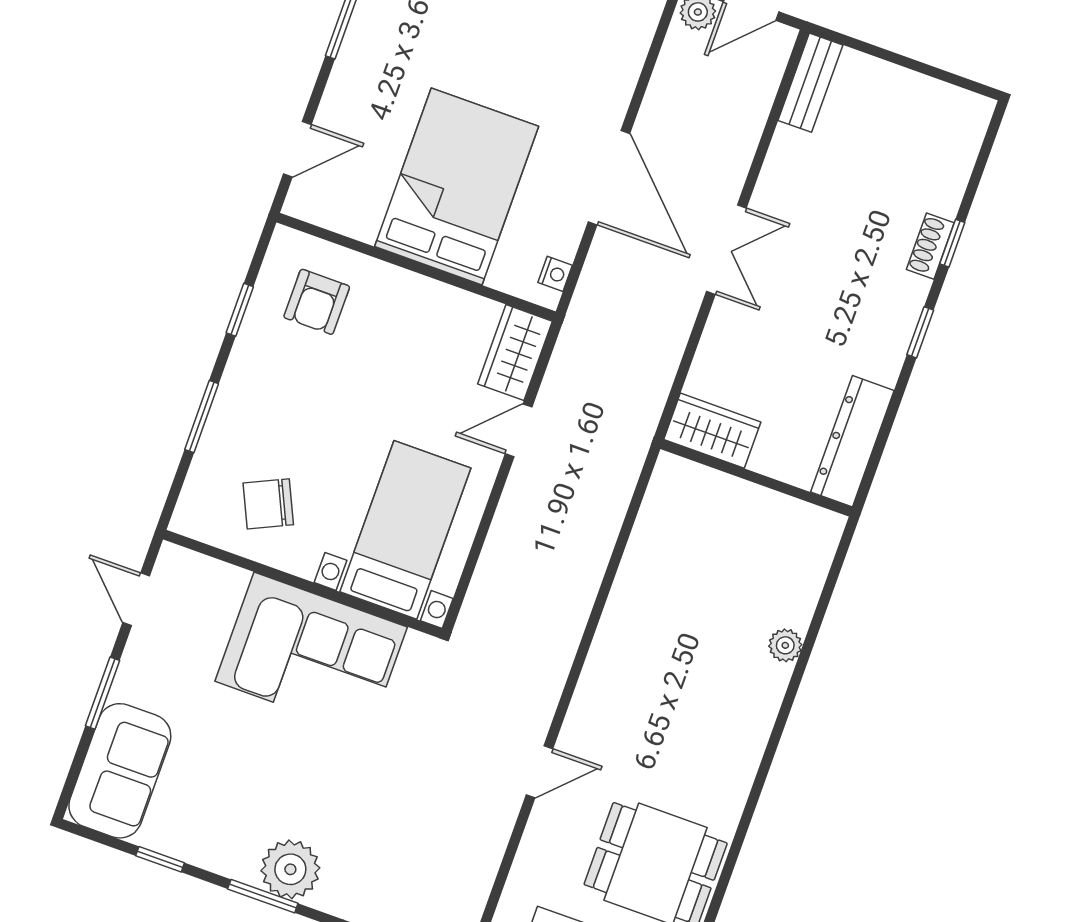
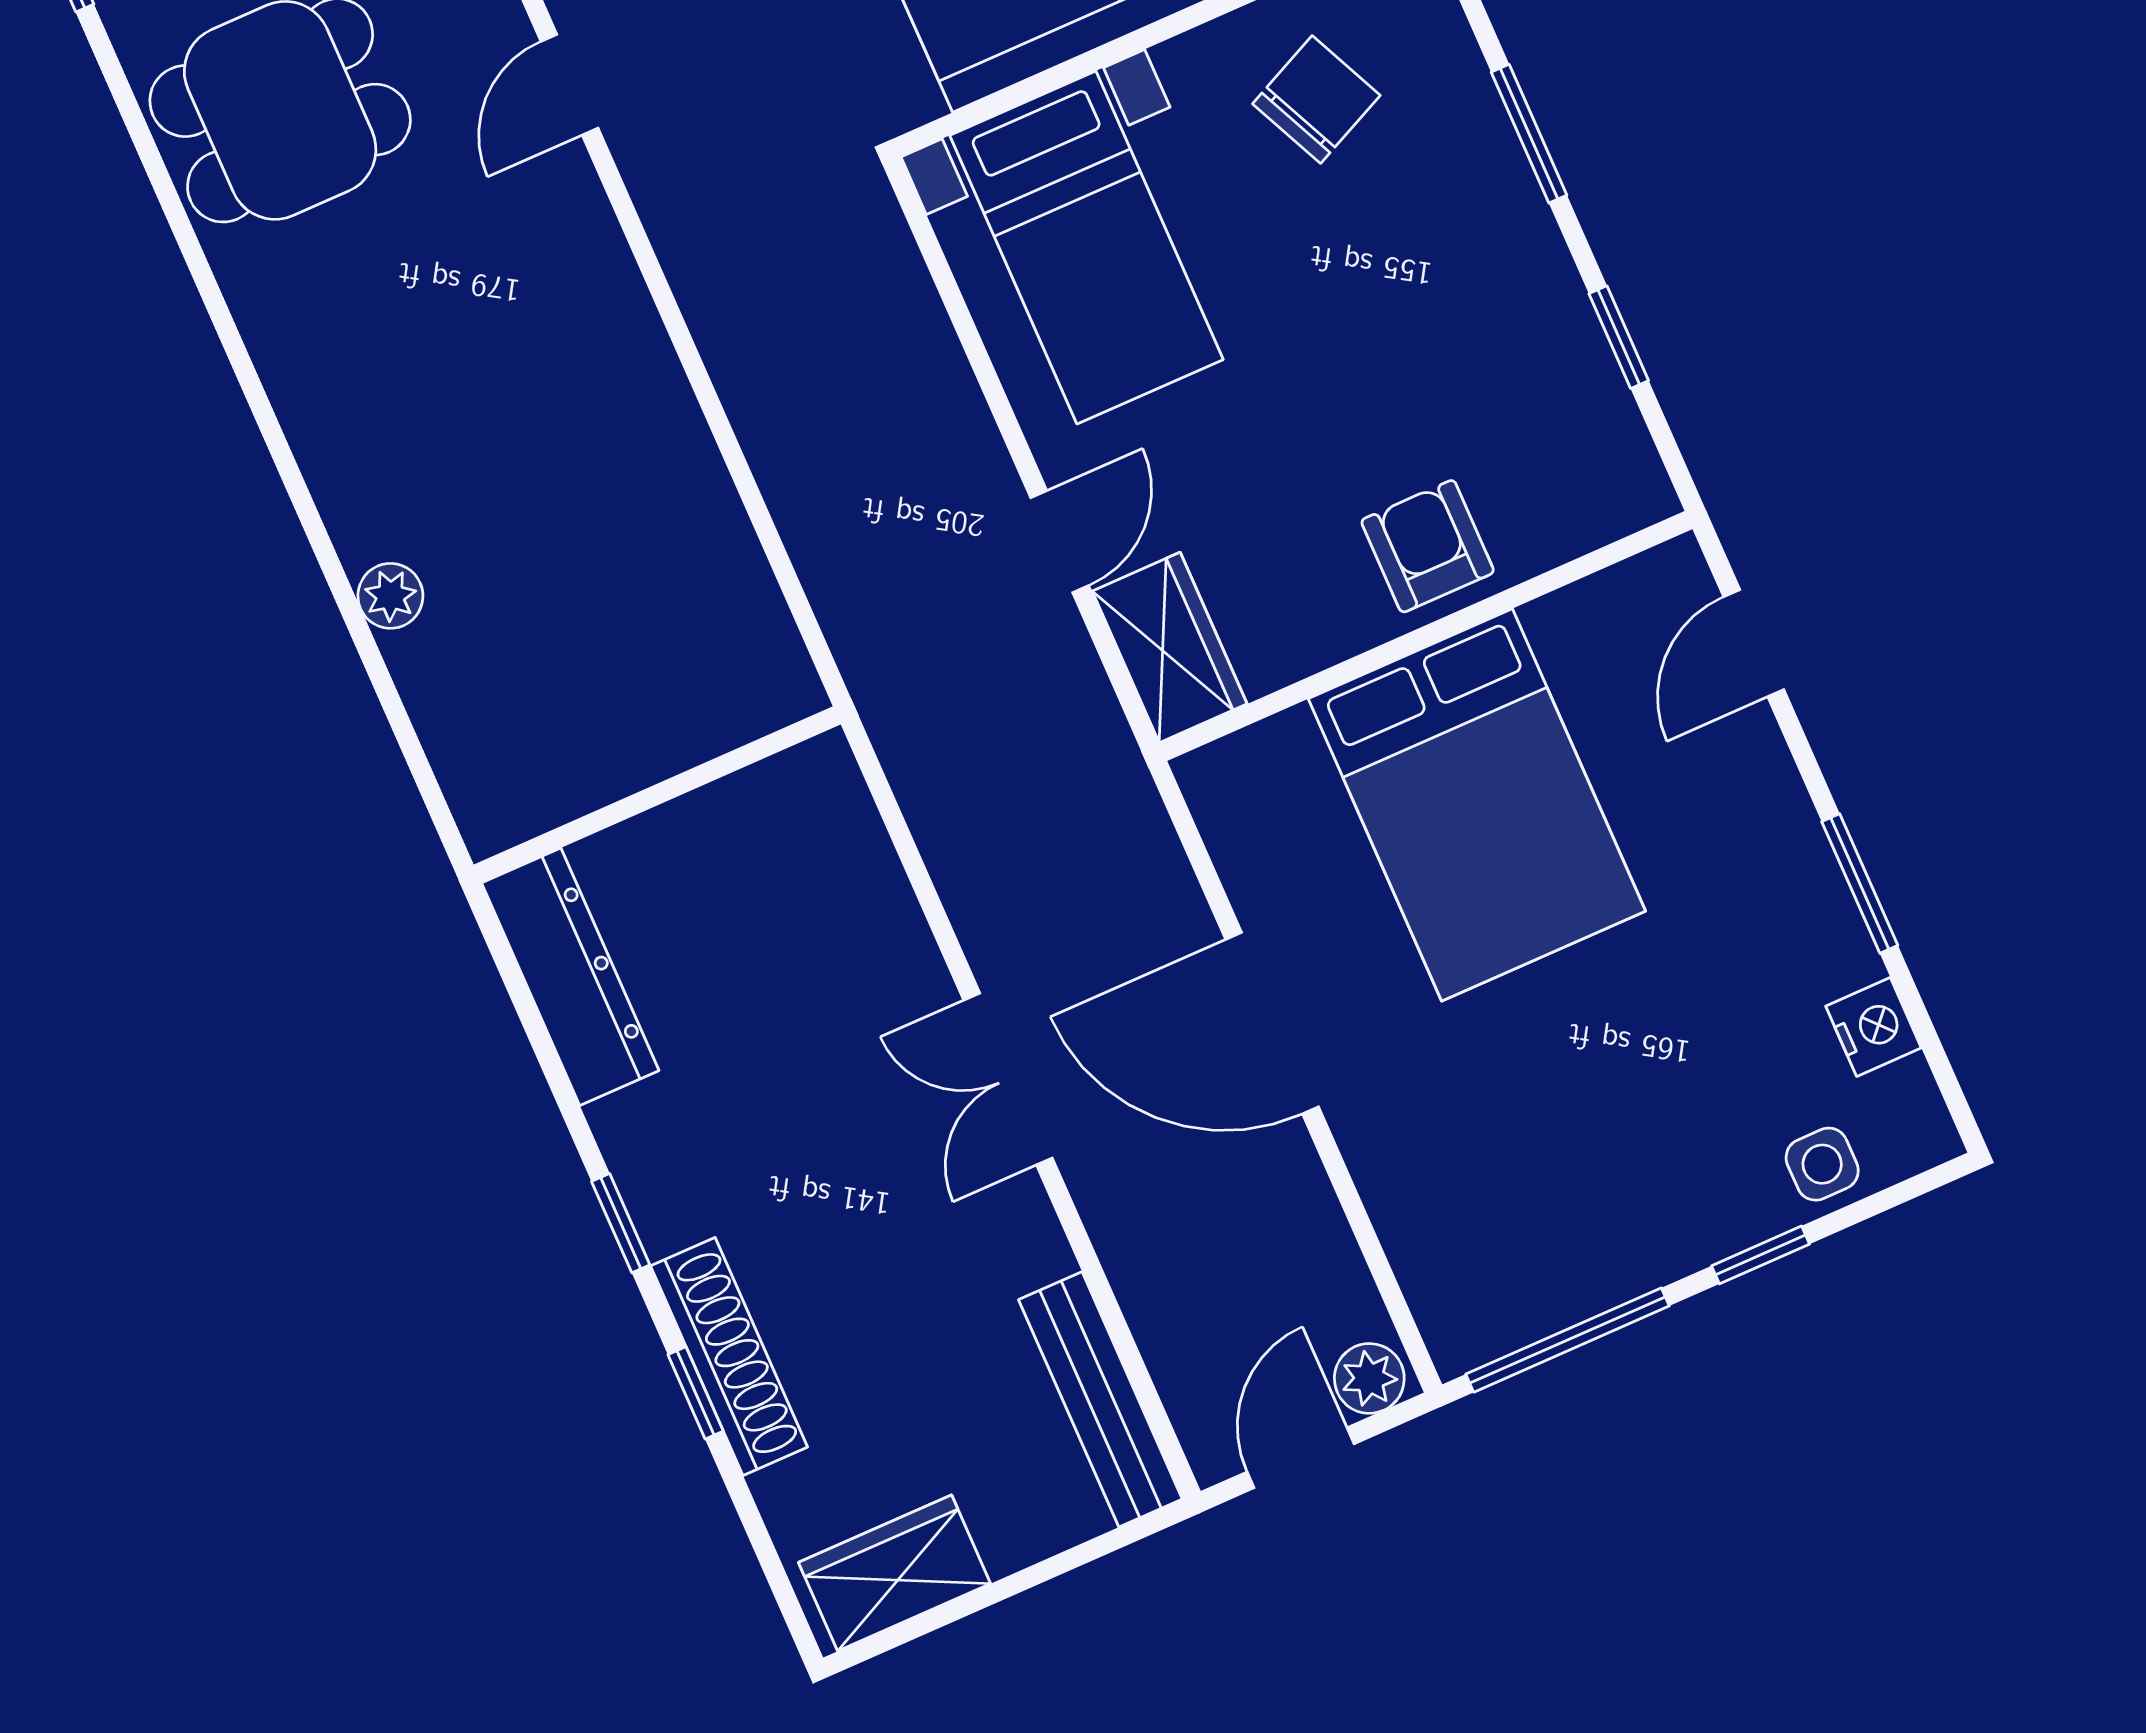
bench: (810, 83) -> (1100, 1399), width x1.36
shoe rack: (930, 246) -> (729, 1357), width x1.94, depth x1.24
nightstand: (555, 274) -> (1219, 814), removed
armchair: (317, 302) -> (1428, 546), moved
wardrobe: (712, 431) -> (895, 1573), moved, turned 180

